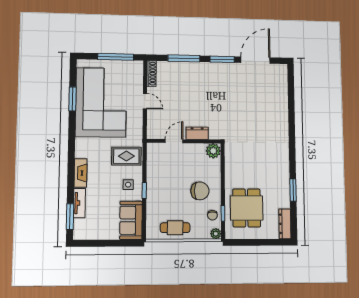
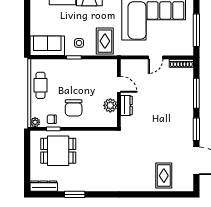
rug: (271, 95) -> (164, 176), added
plant: (213, 151) -> (110, 105), moved

